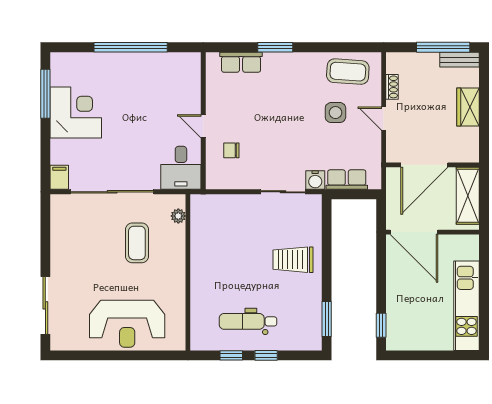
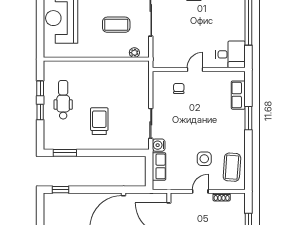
desk: (181, 168) -> (230, 54), moved, turned 180
trolley: (293, 260) -> (99, 121), moved

